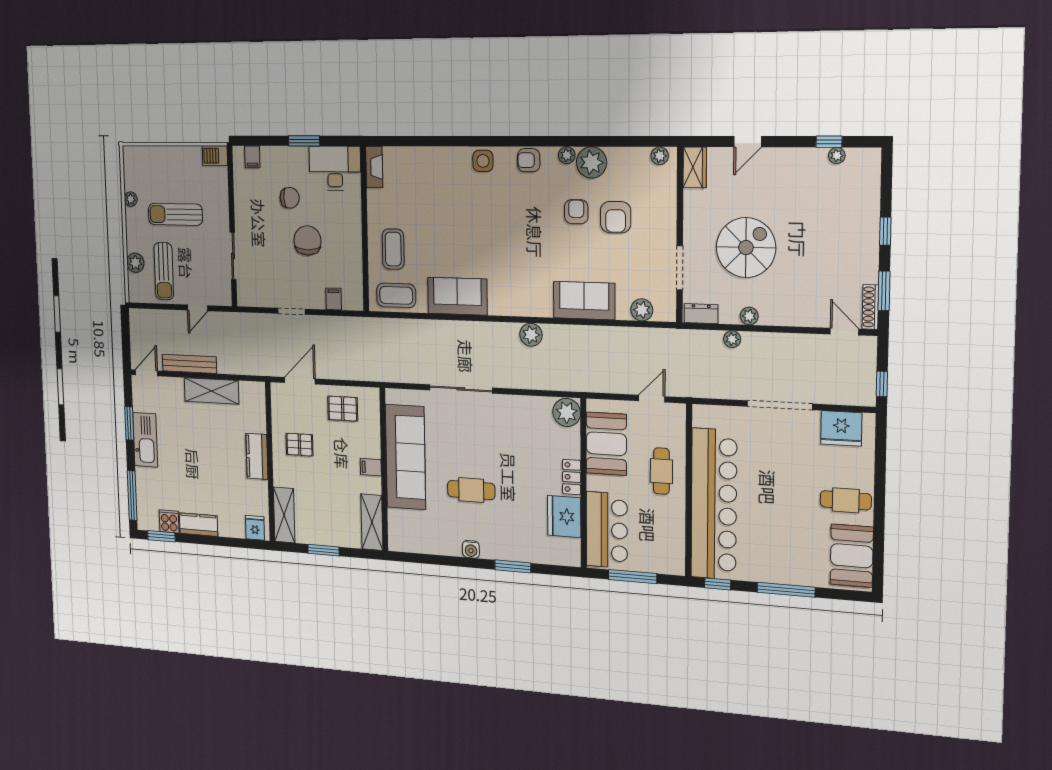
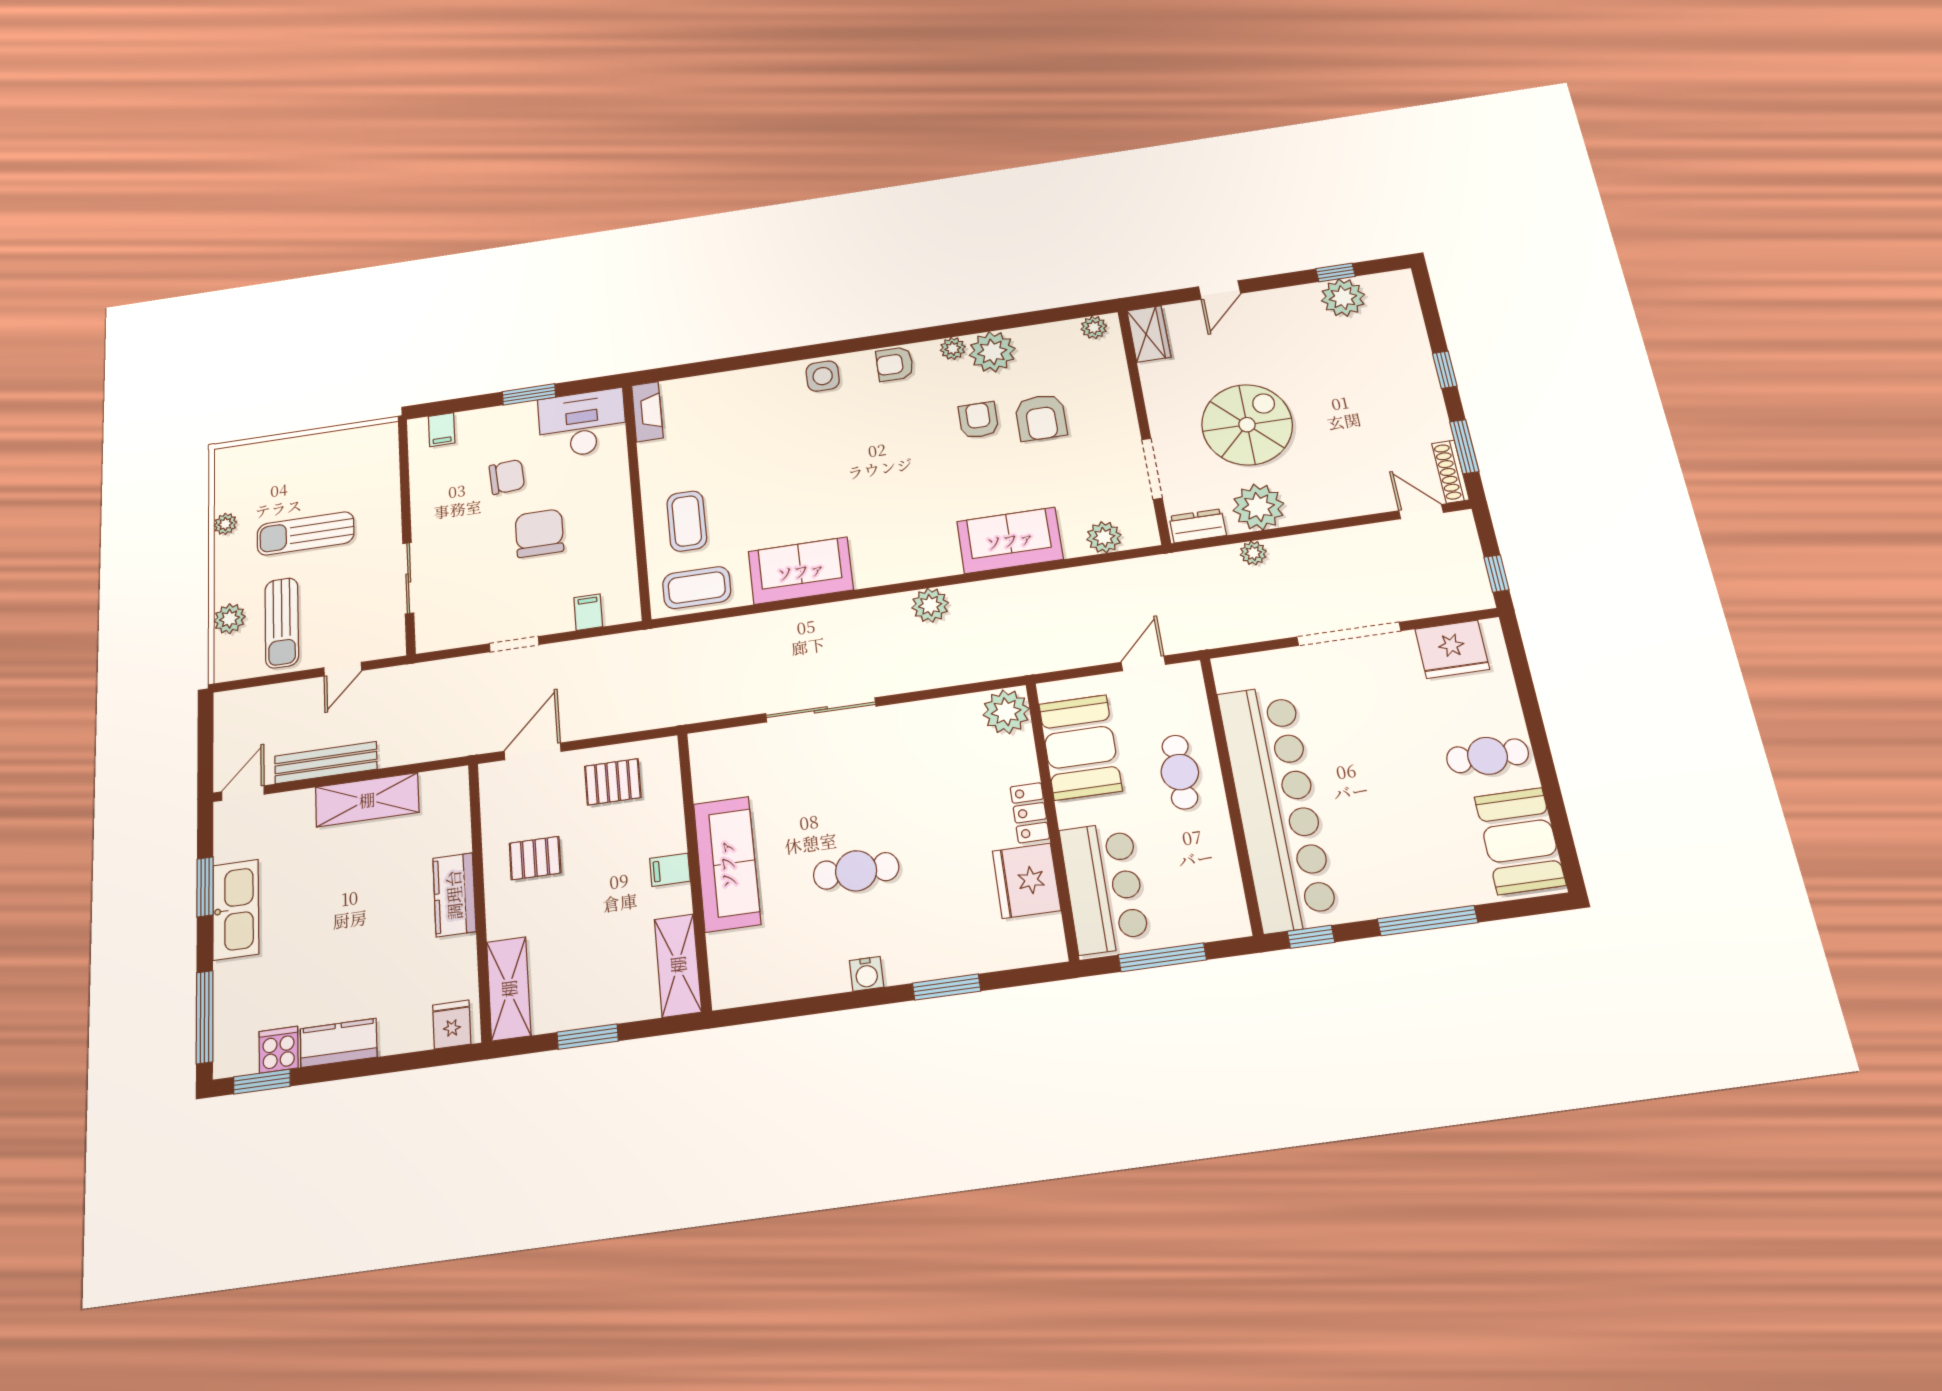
plant: (837, 155) -> (1343, 298), width x1.87, depth x1.87
barbecue: (215, 156) -> (377, 438), removed
plant: (749, 316) -> (1258, 507), width x1.88, depth x1.88
sofa: (405, 457) -> (727, 864), width x0.74, depth x0.79

